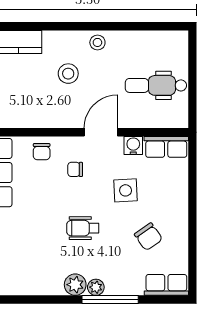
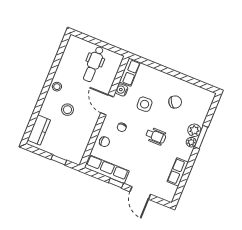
wheelchair: (83, 228) -> (156, 136), turned -90
plant: (75, 285) -> (194, 130), moved
row of seats: (166, 285) -> (178, 172), moved
window: (110, 300) -> (201, 137), width x0.69

